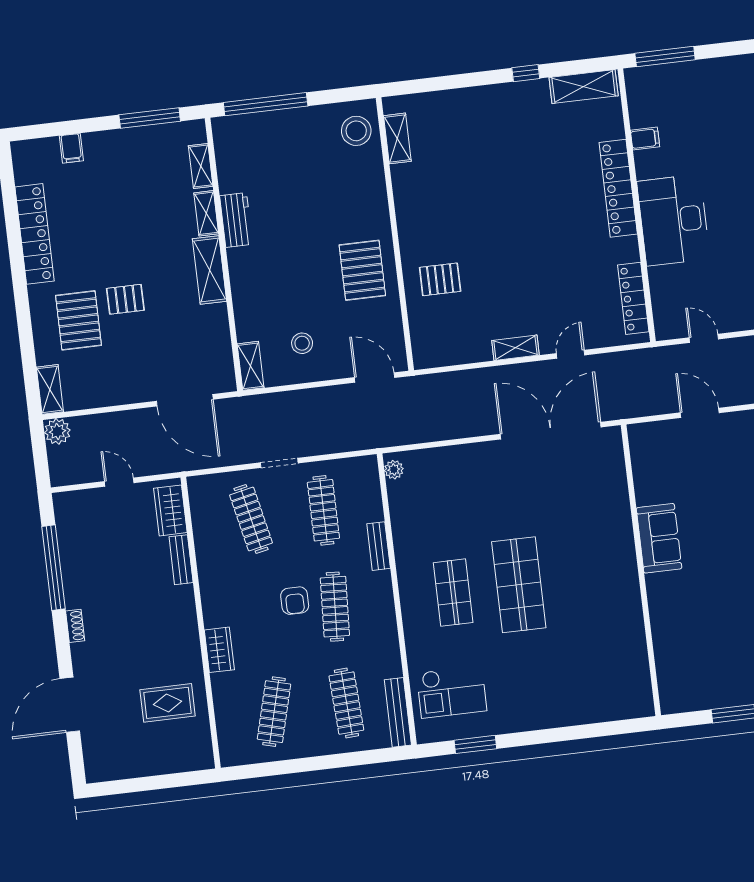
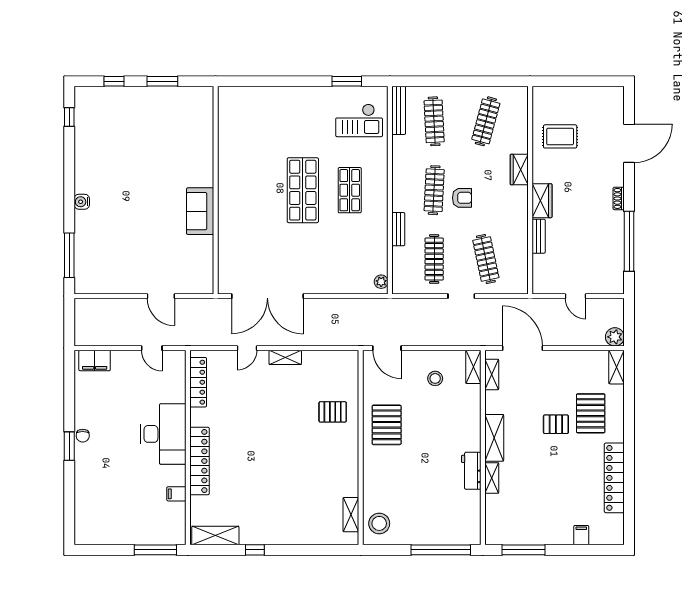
shelving: (201, 166) -> (492, 374), moved
wardrobe: (170, 510) -> (542, 201), moved
armchair: (295, 601) -> (462, 198), turned 90
checkout: (452, 692) -> (359, 120), turned 180

